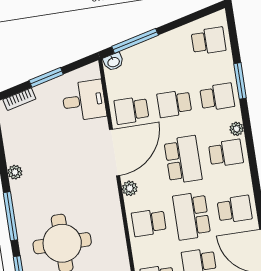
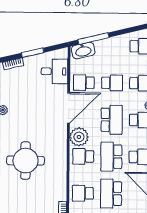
washbasin: (113, 62) -> (83, 51), width x1.91, depth x1.45
school desk: (174, 104) -> (112, 83), turned 180
plant: (130, 188) -> (79, 137), width x1.88, depth x1.88

